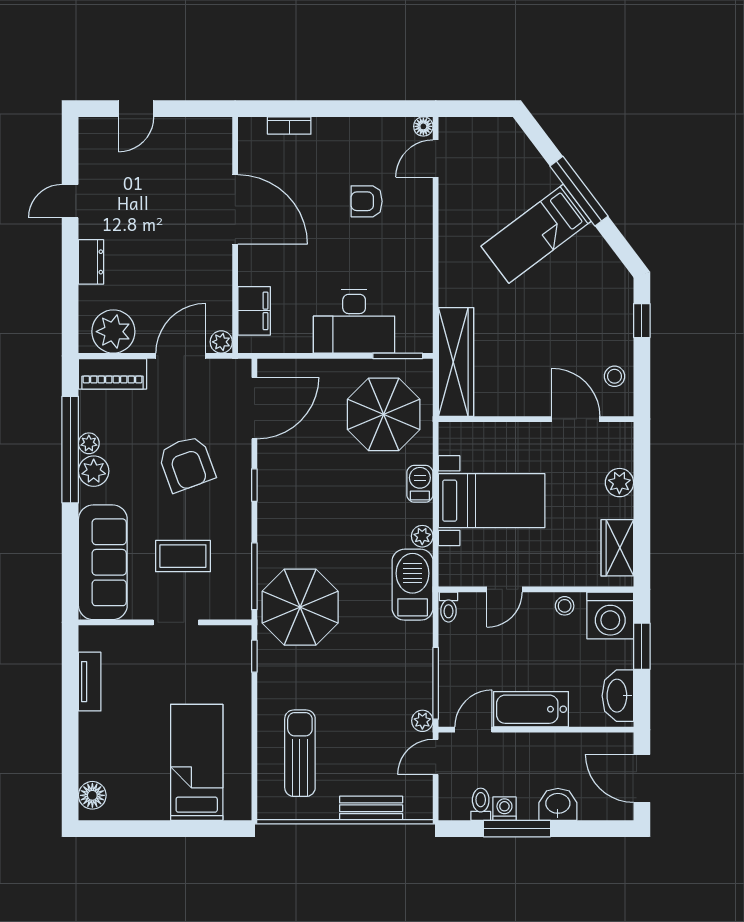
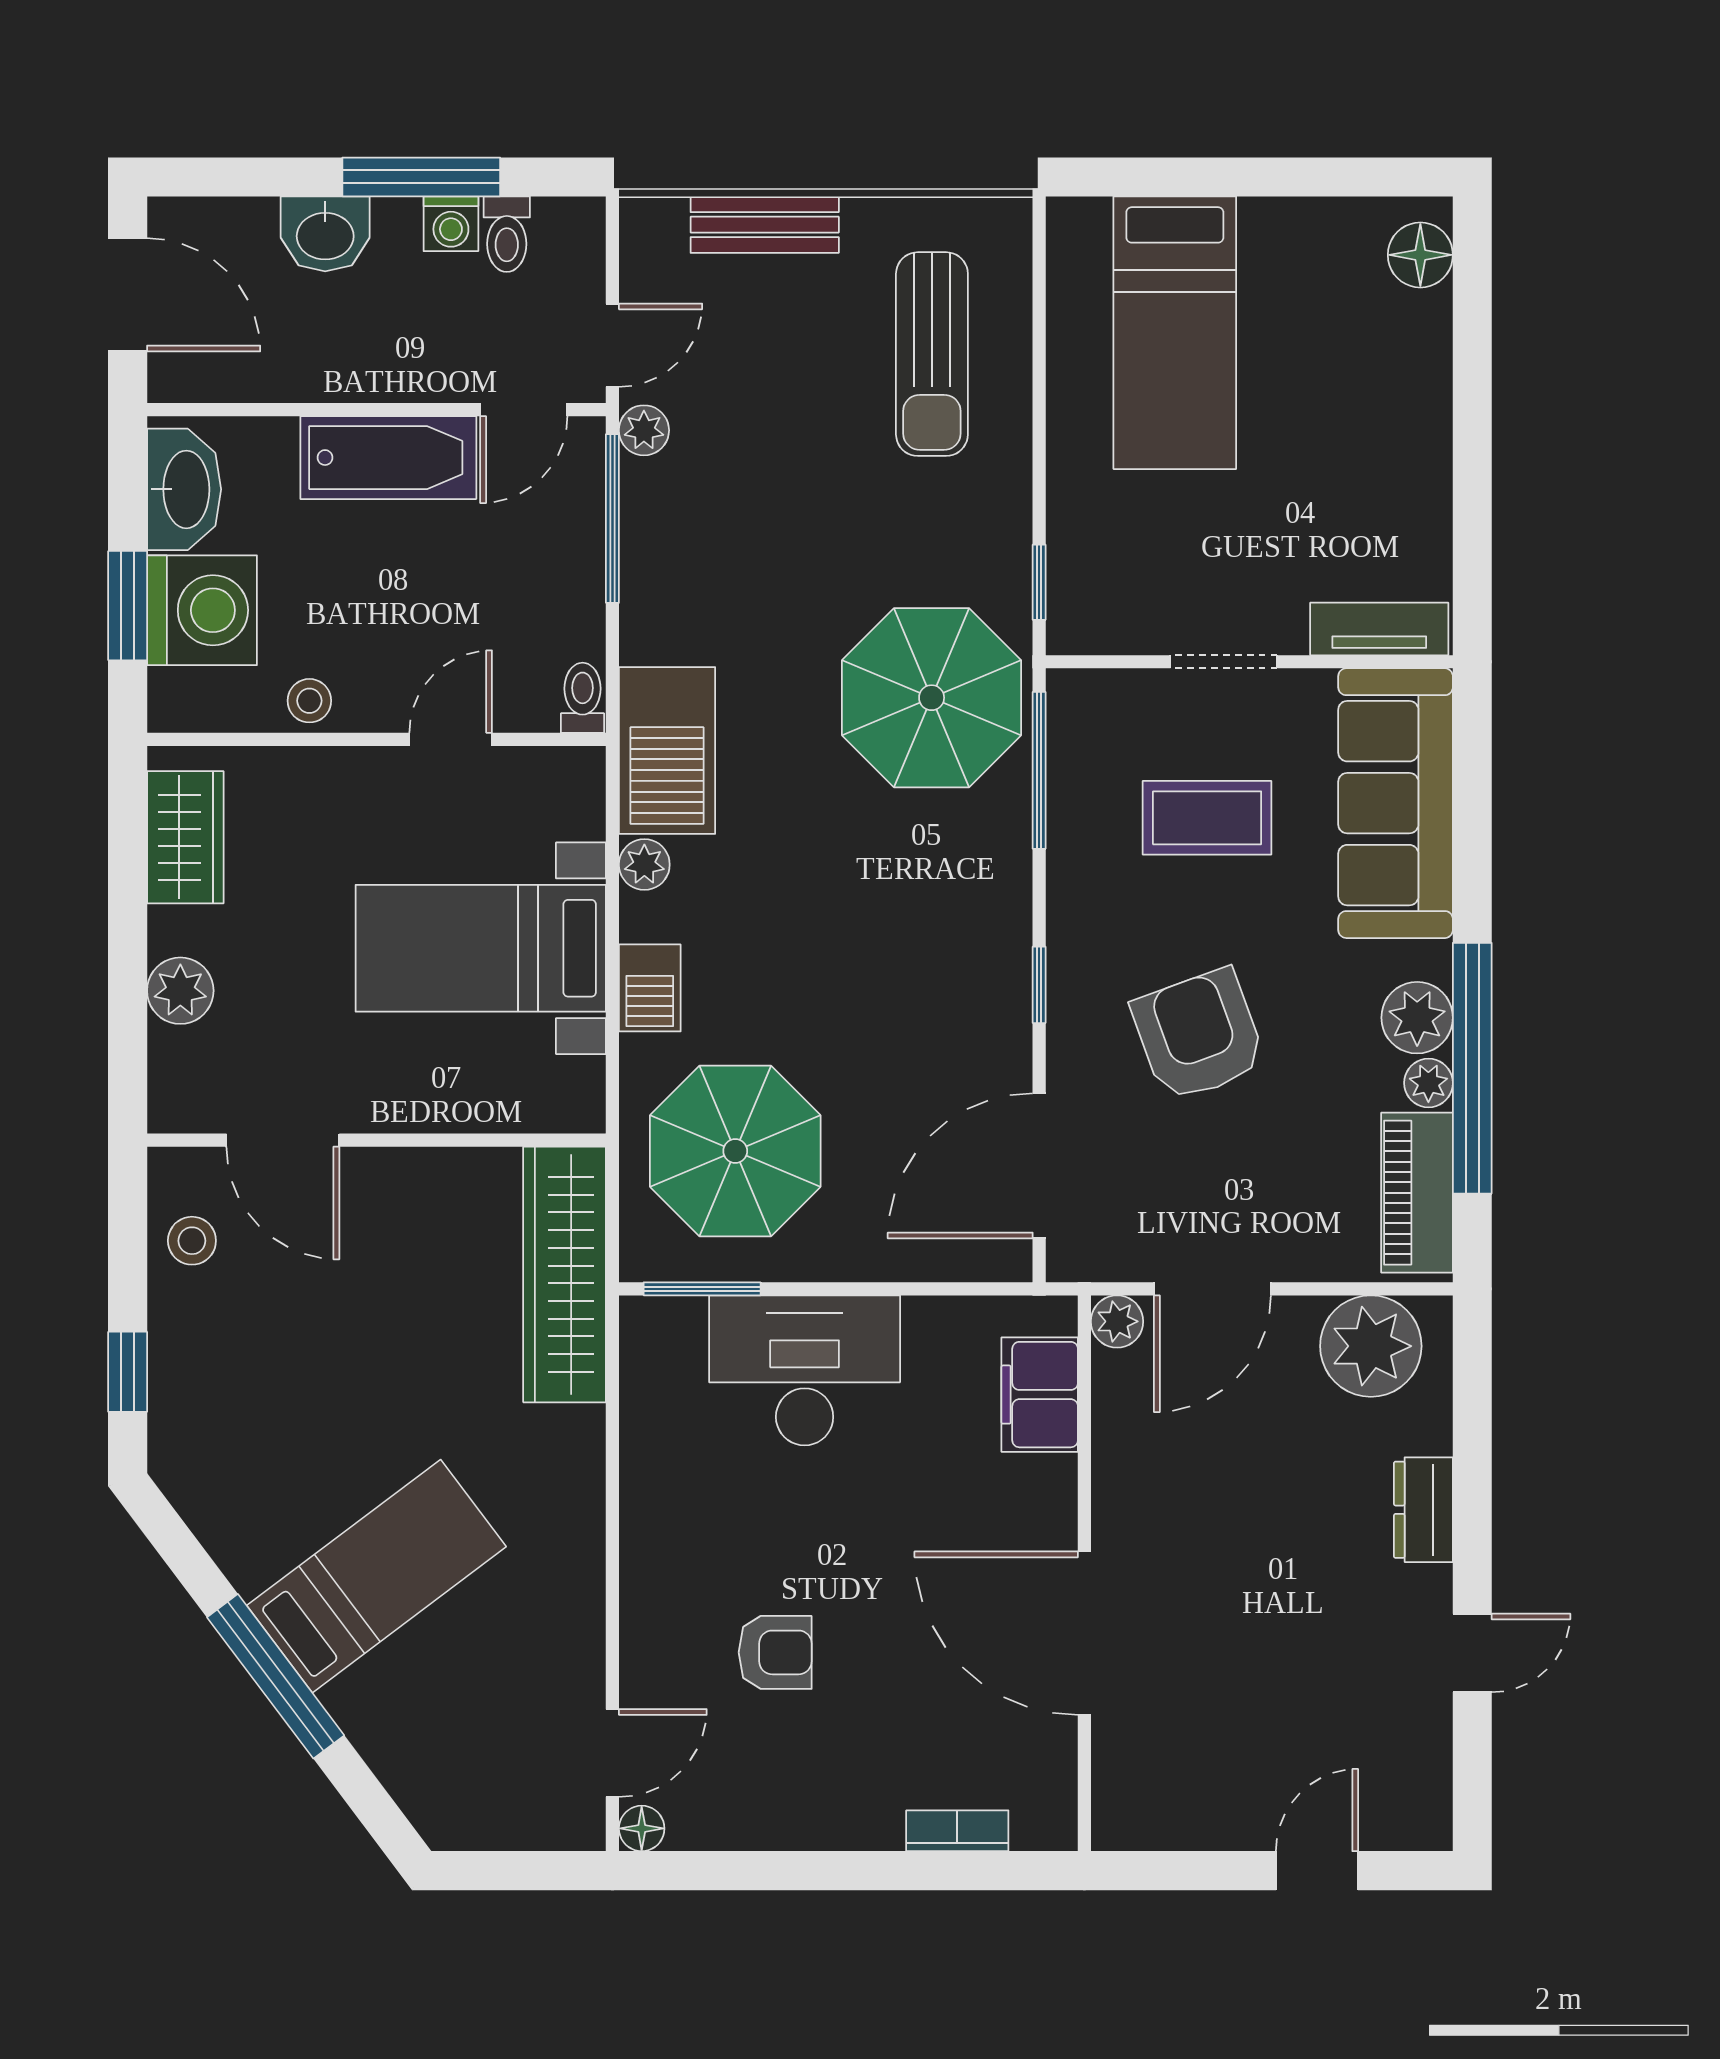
piano: (113, 374) -> (1417, 1193), moved, turned -90
washing machine: (610, 616) -> (202, 610), moved, turned 90
tv unit: (90, 682) -> (1379, 629), moved, turned 90

